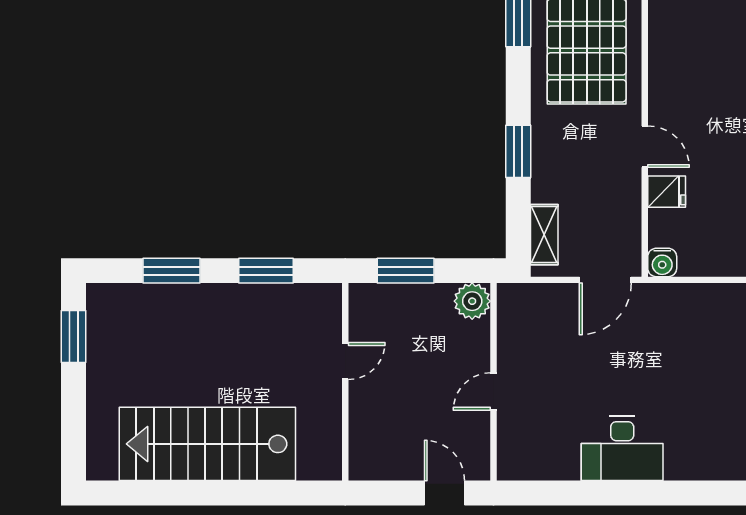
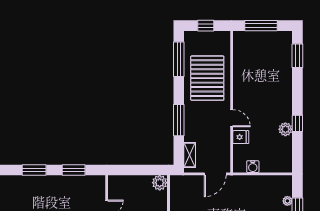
window: (518, 151) -> (179, 120), width x1.44
water cooler: (662, 262) -> (253, 167), moved
window: (406, 271) -> (132, 170), removed

